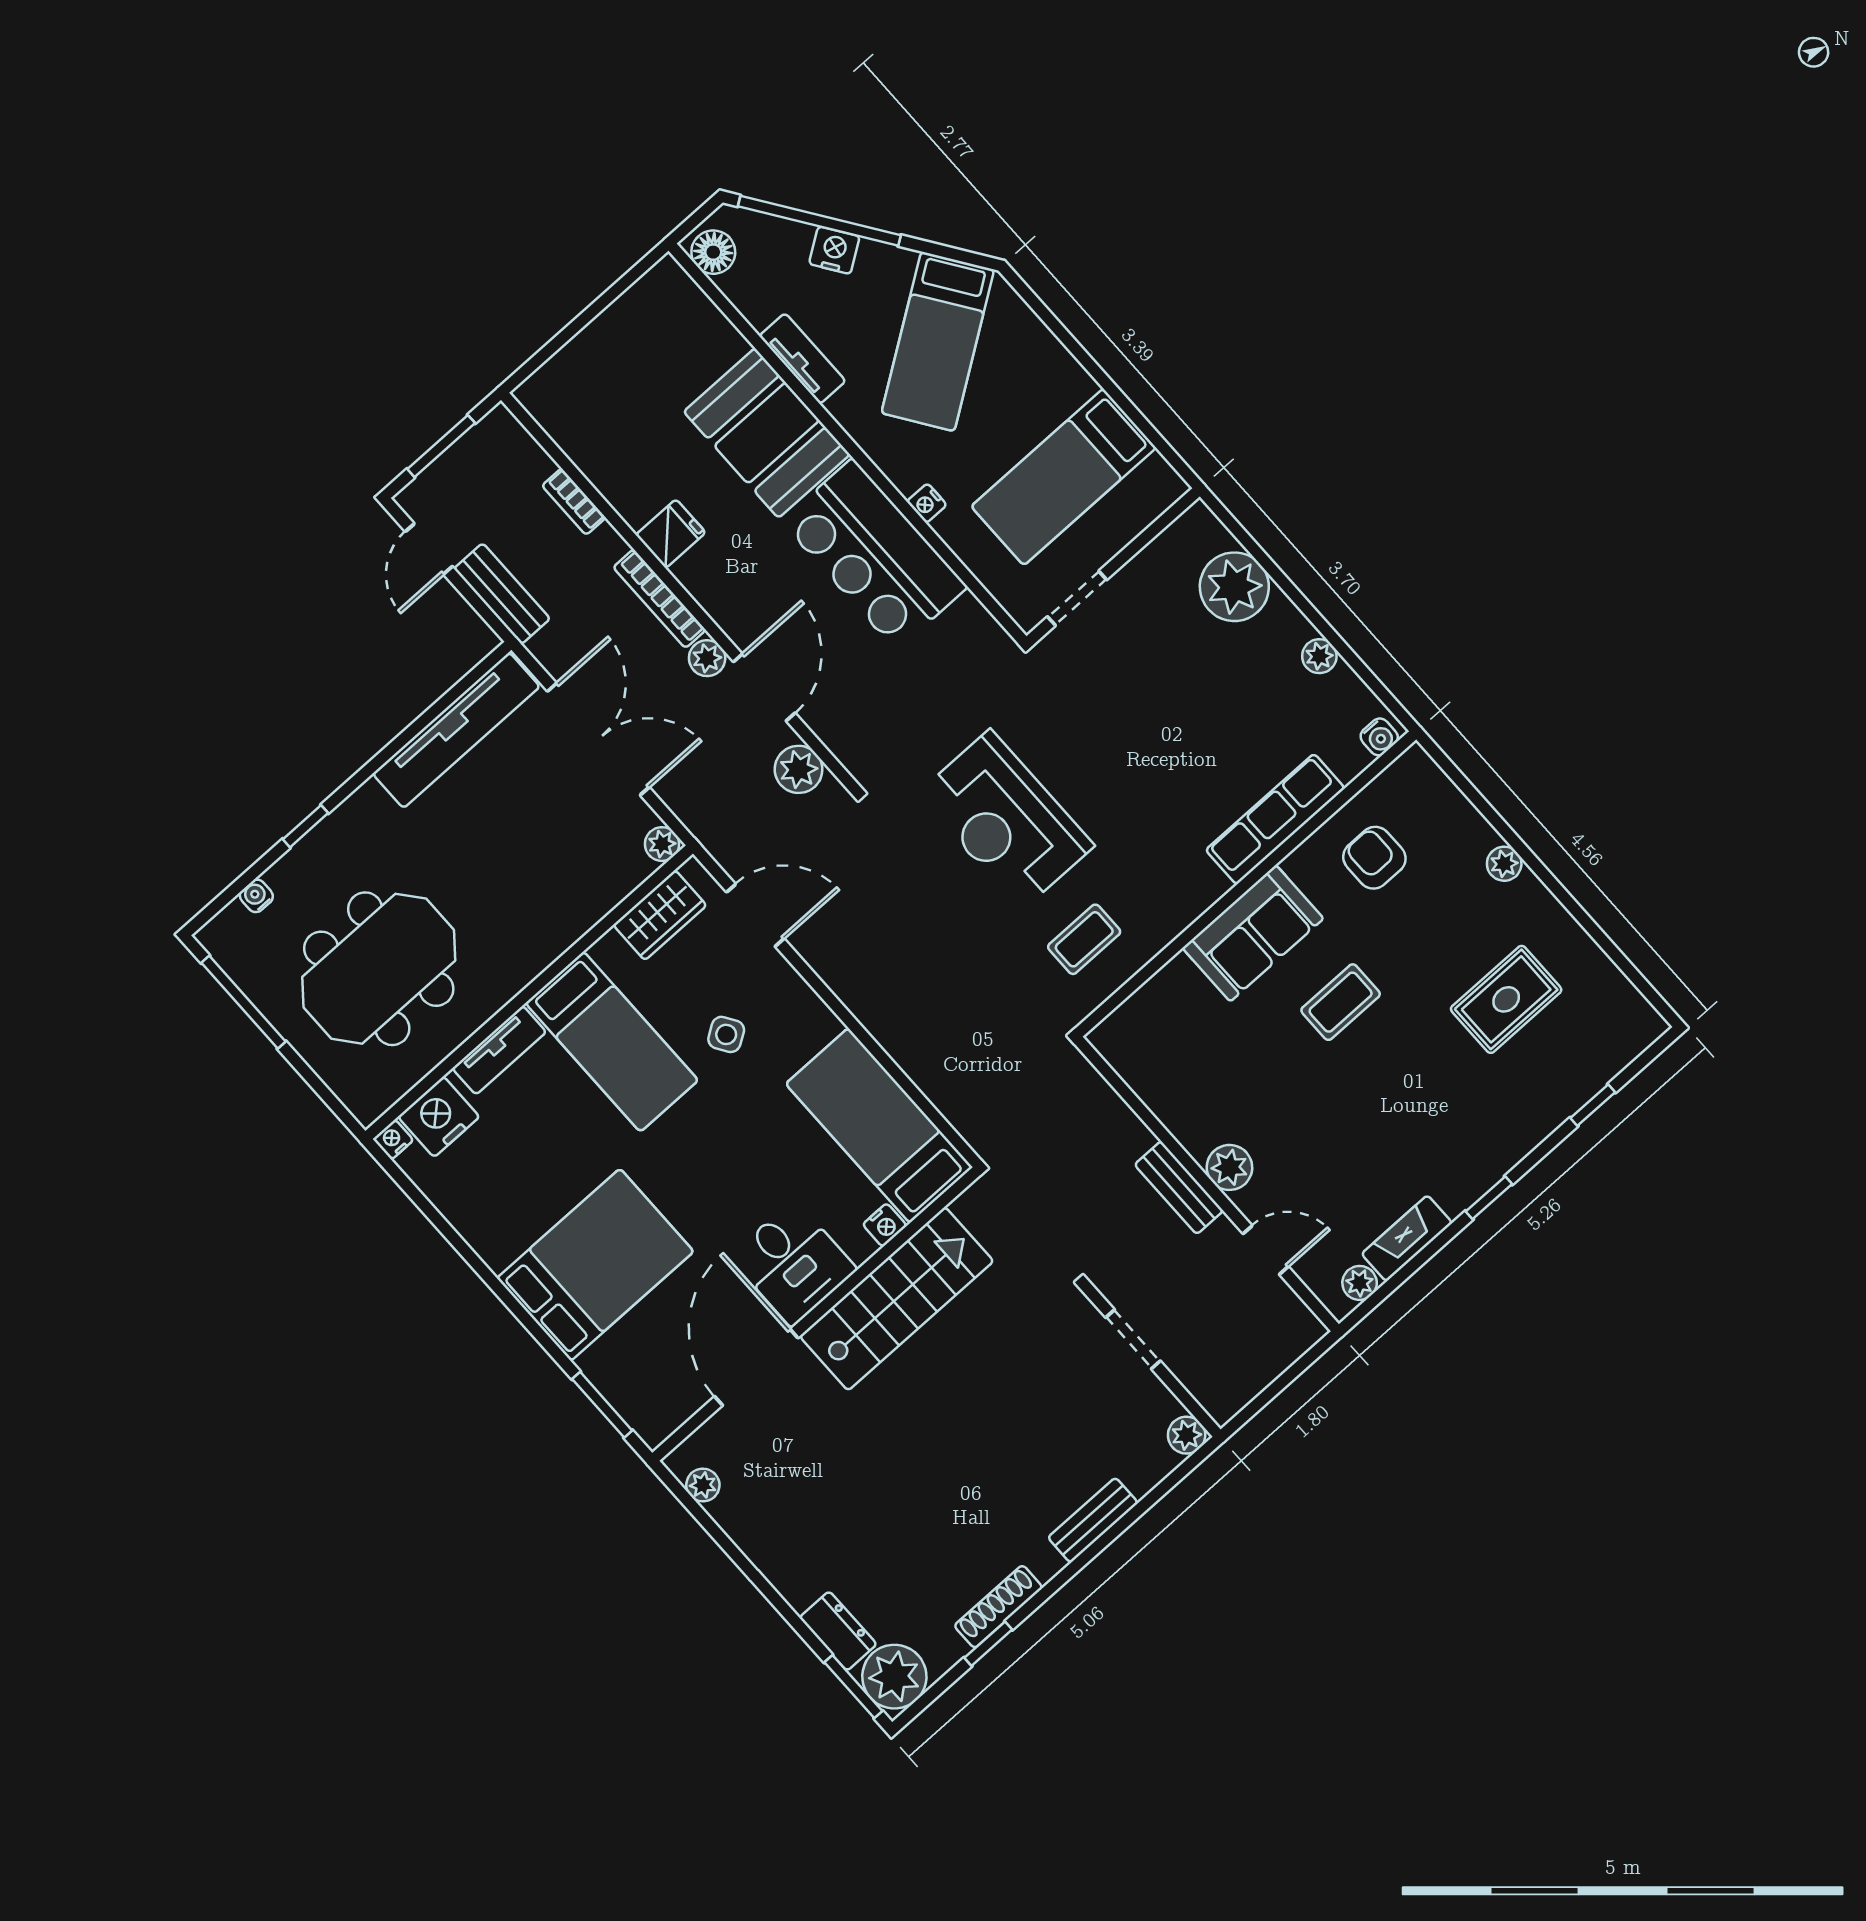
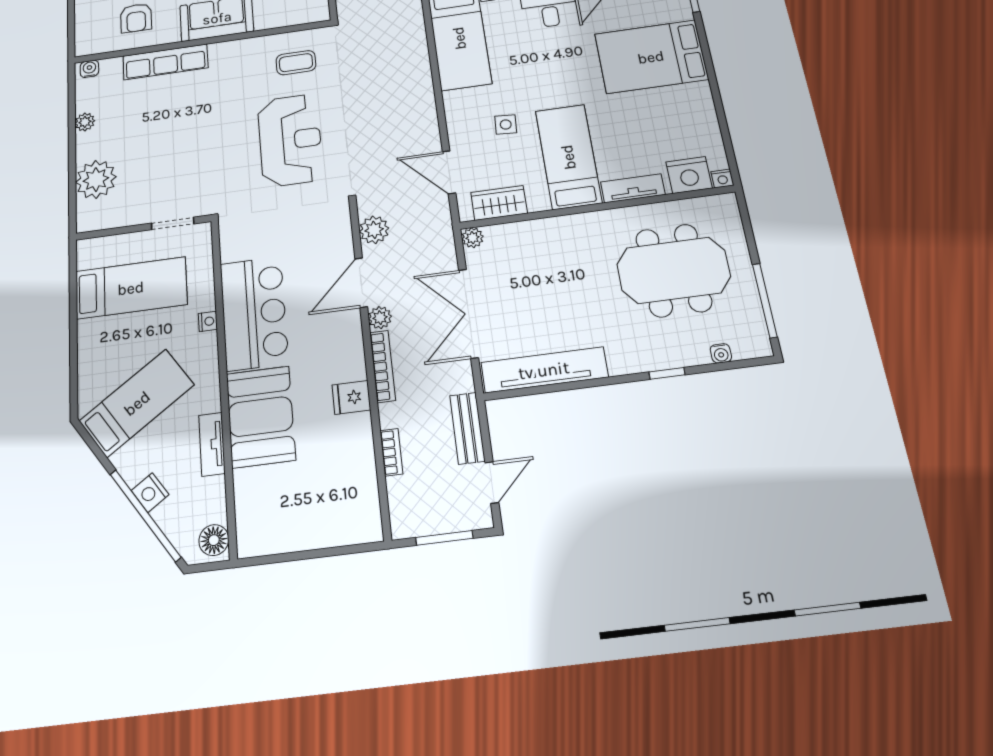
side table: (726, 1034) -> (506, 124), turned 37

